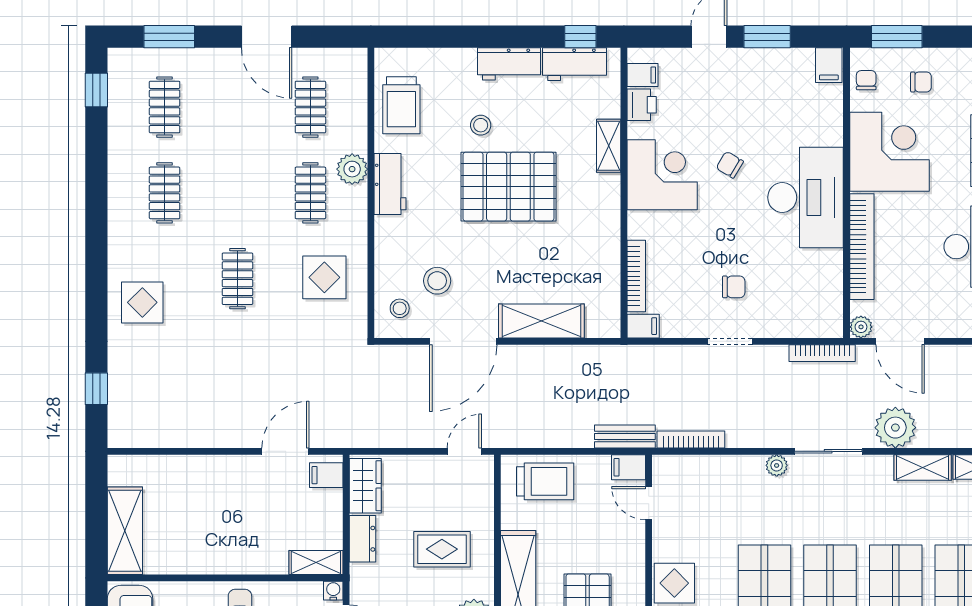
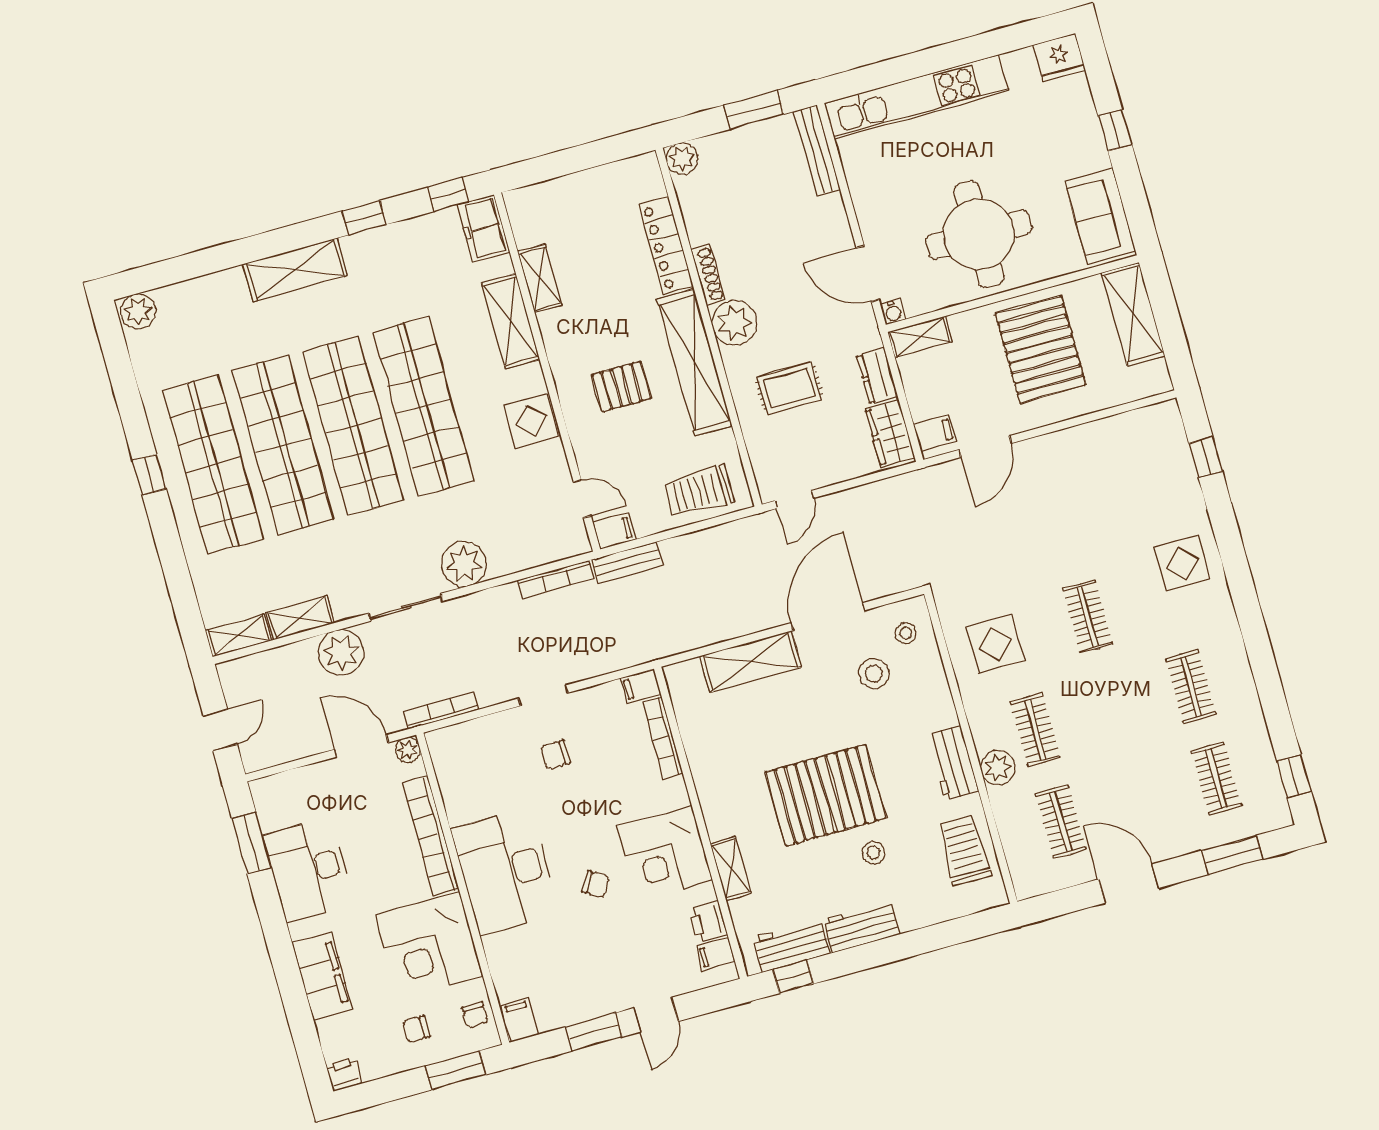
plant: (777, 465) -> (464, 564), width x1.88, depth x1.88
pallet: (214, 523) -> (1041, 349), added

